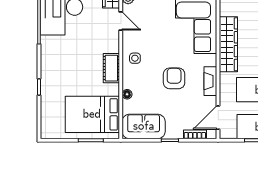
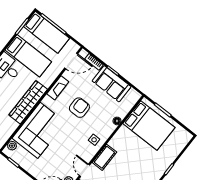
cot: (111, 68) -> (104, 157), moved
armchair: (174, 78) -> (79, 108), turned 180
sofa: (144, 126) -> (112, 84), moved

